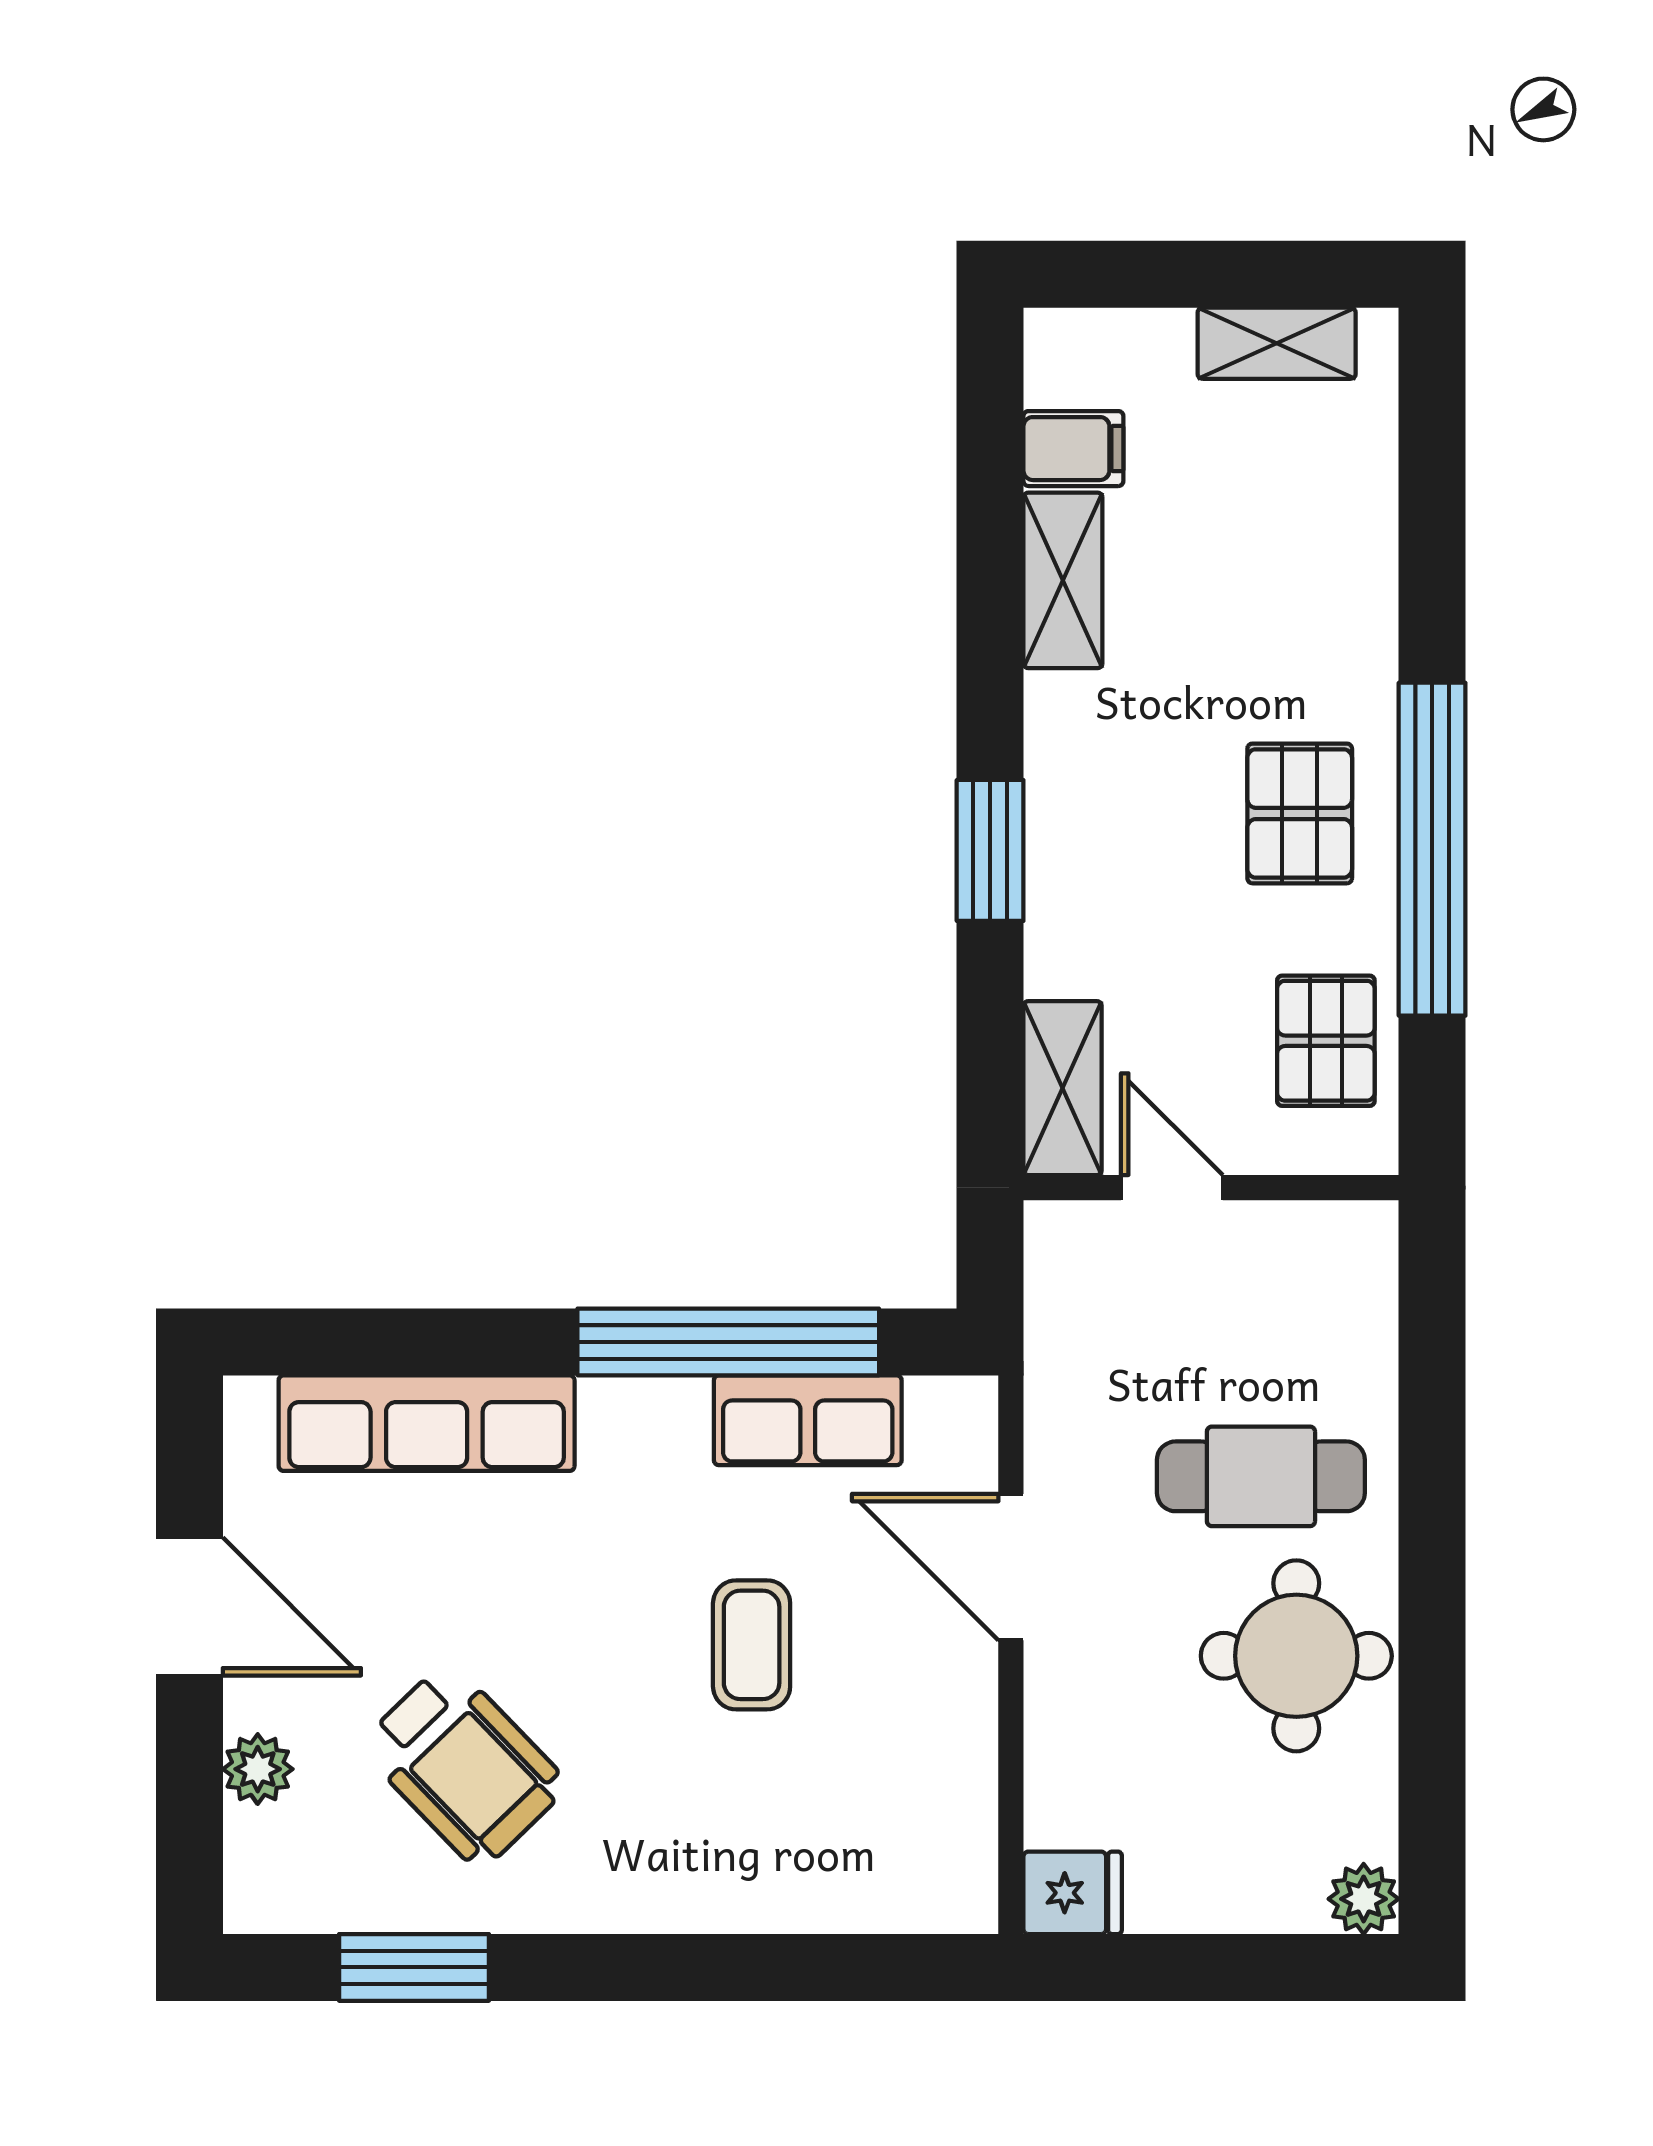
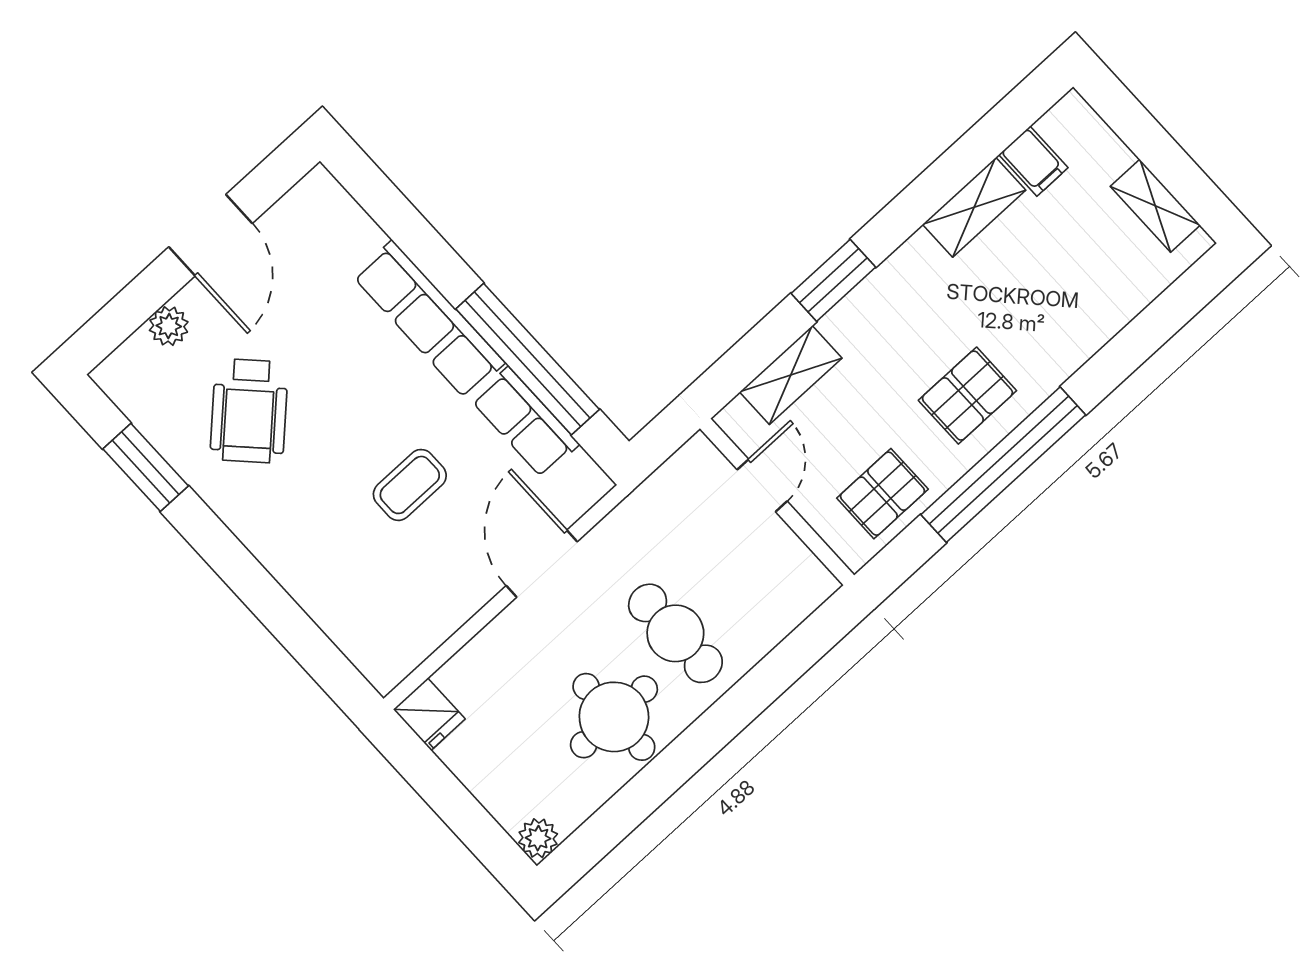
shelving: (1063, 1088) -> (791, 375), moved
row of seats: (427, 1423) -> (429, 320), moved

